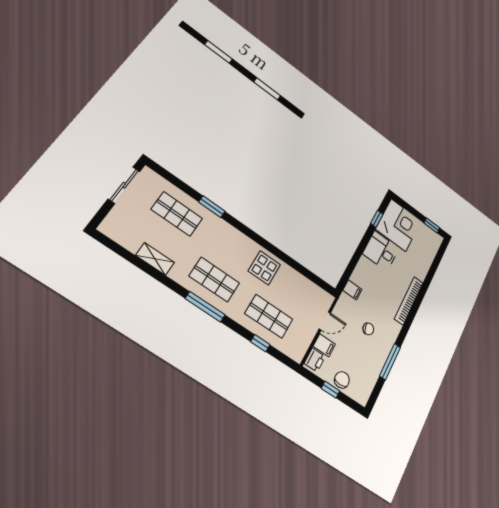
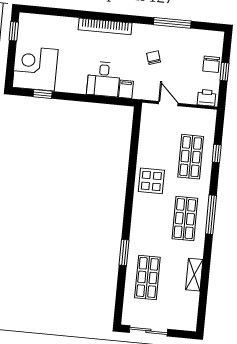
desk: (381, 251) -> (104, 79), moved
filing cabinet: (324, 345) -> (190, 94), removed
chair: (342, 380) -> (211, 64), turned -90

